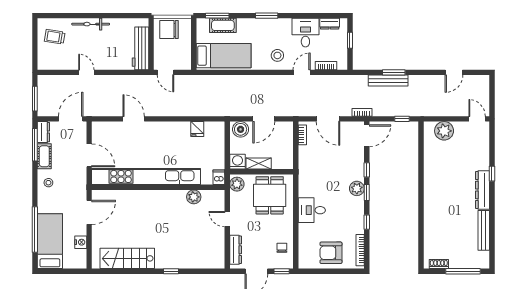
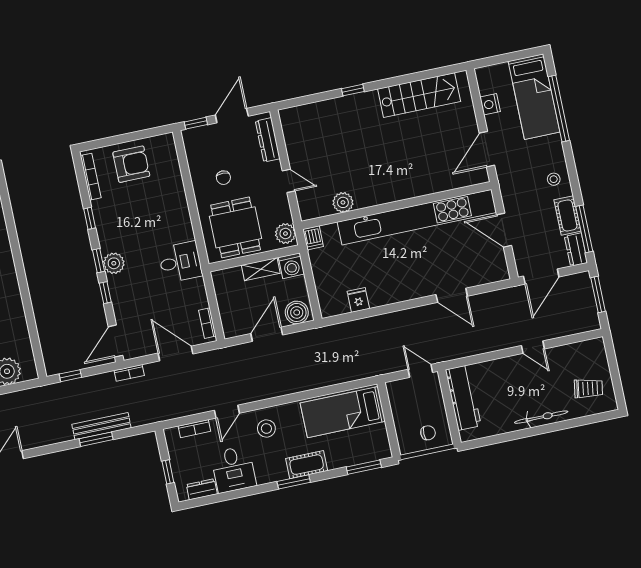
cot: (223, 25) -> (307, 465), moved
chair: (169, 30) -> (428, 433), width x0.54, depth x0.54
desk: (312, 210) -> (180, 262), moved
chair: (282, 248) -> (223, 178), moved

